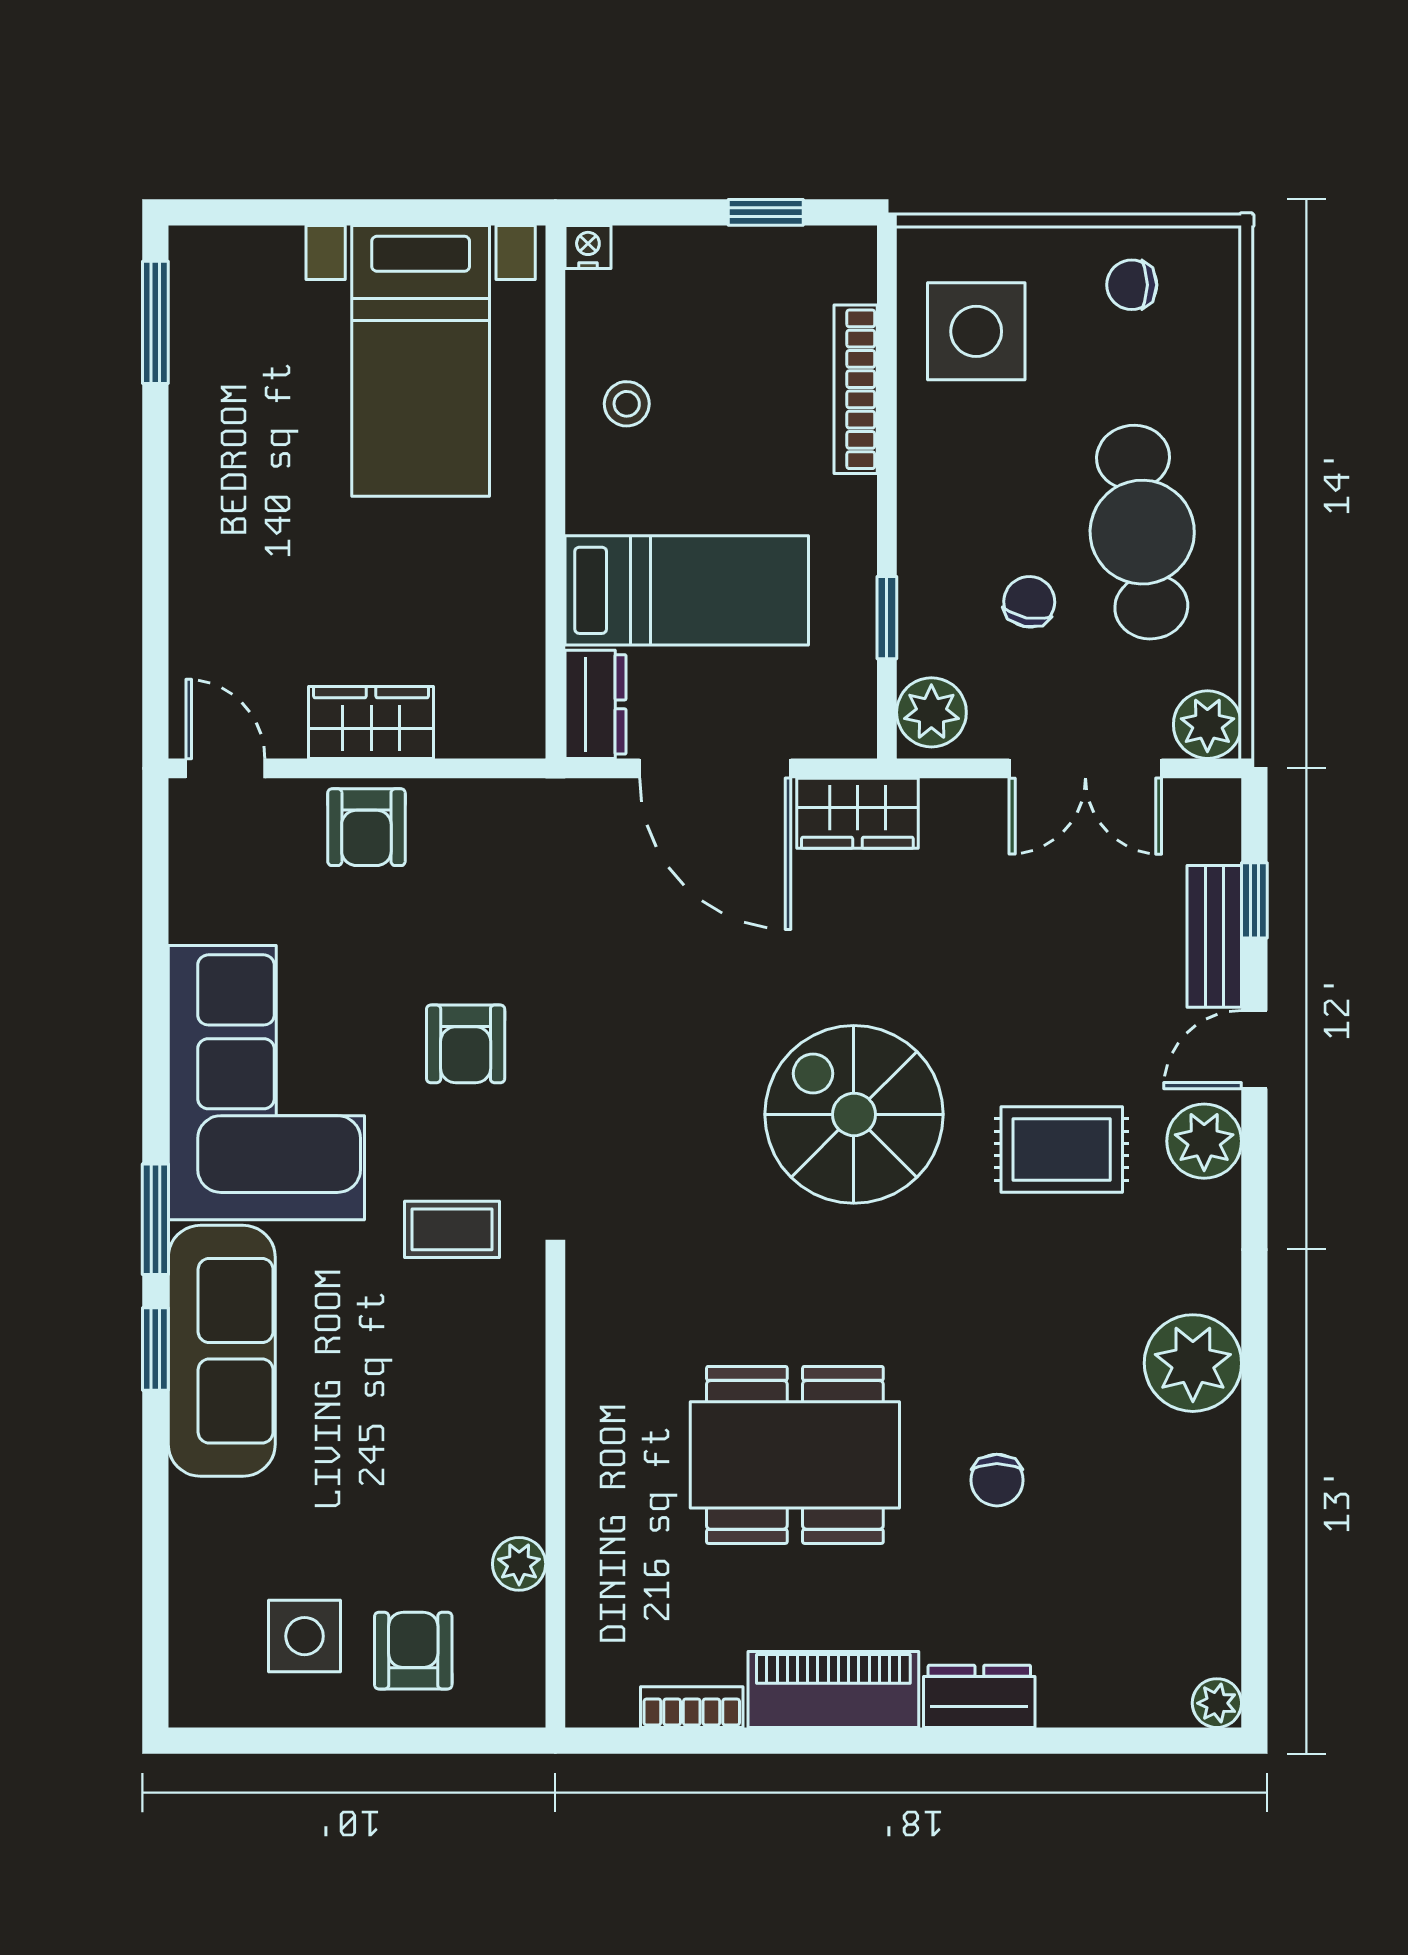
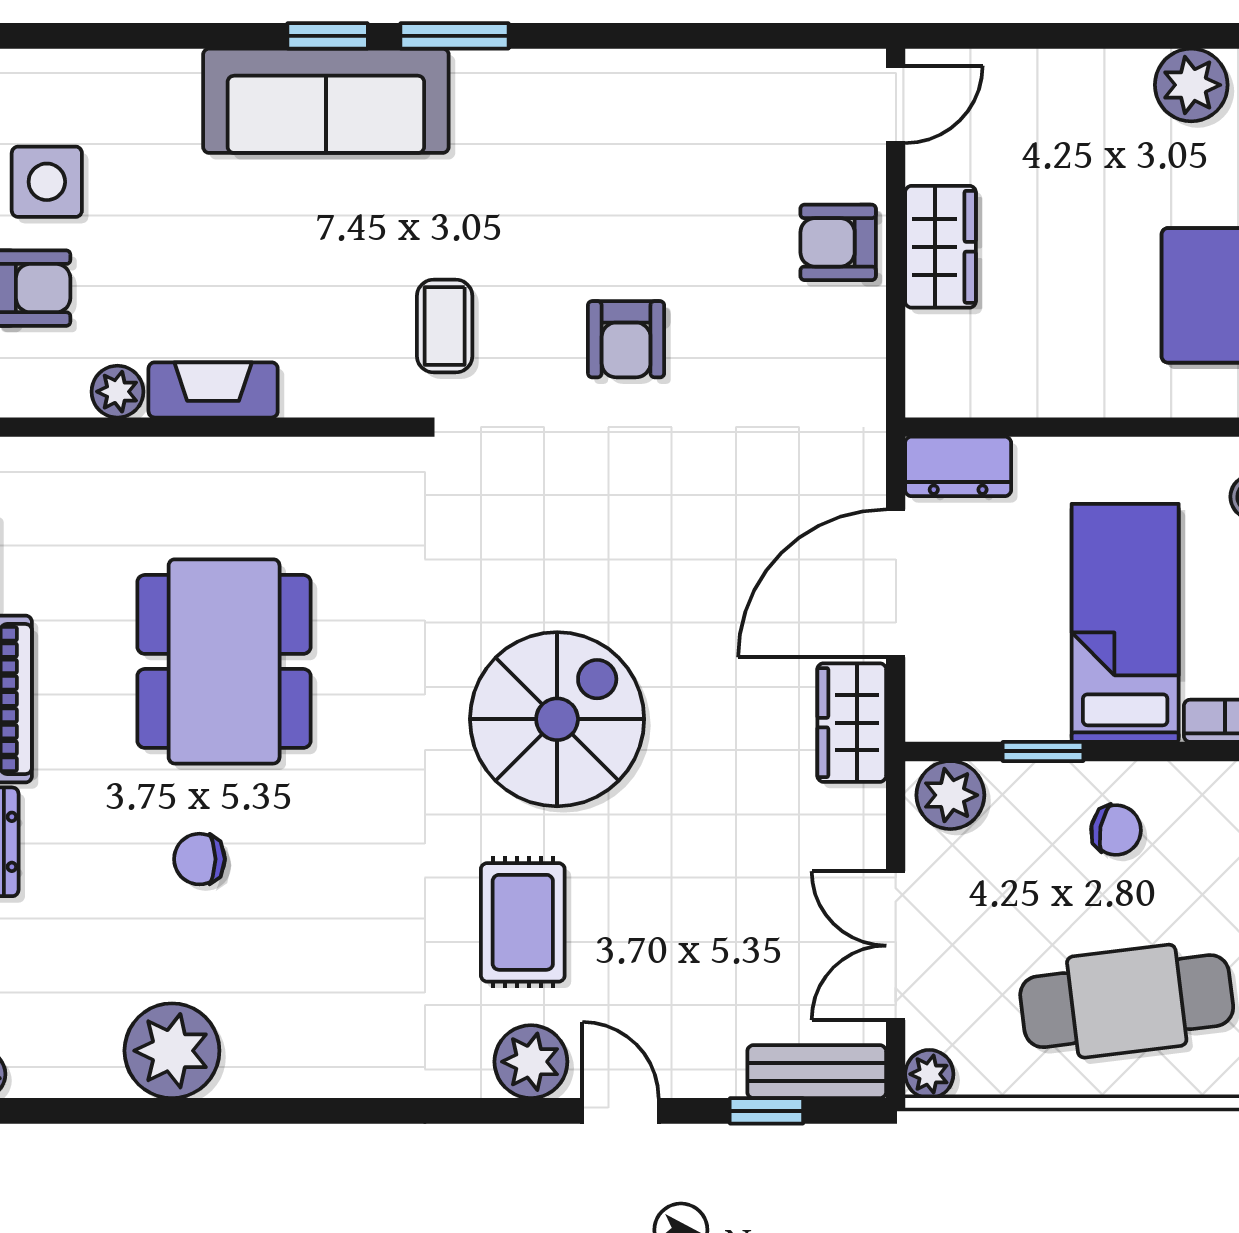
plant: (206, 466) -> (1191, 85), added
bed: (687, 590) -> (1125, 623), moved, turned 180
chair: (1029, 602) -> (1116, 830), moved
plant: (1207, 725) -> (929, 1074), width x0.73, depth x0.73
bench: (1214, 936) -> (817, 1072), moved
armchair: (466, 1044) -> (626, 339), turned -90
corner sofa: (266, 1083) -> (588, 144), removed
plant: (1193, 1363) -> (172, 1051), moved
fireplace: (517, 1466) -> (213, 390), added

